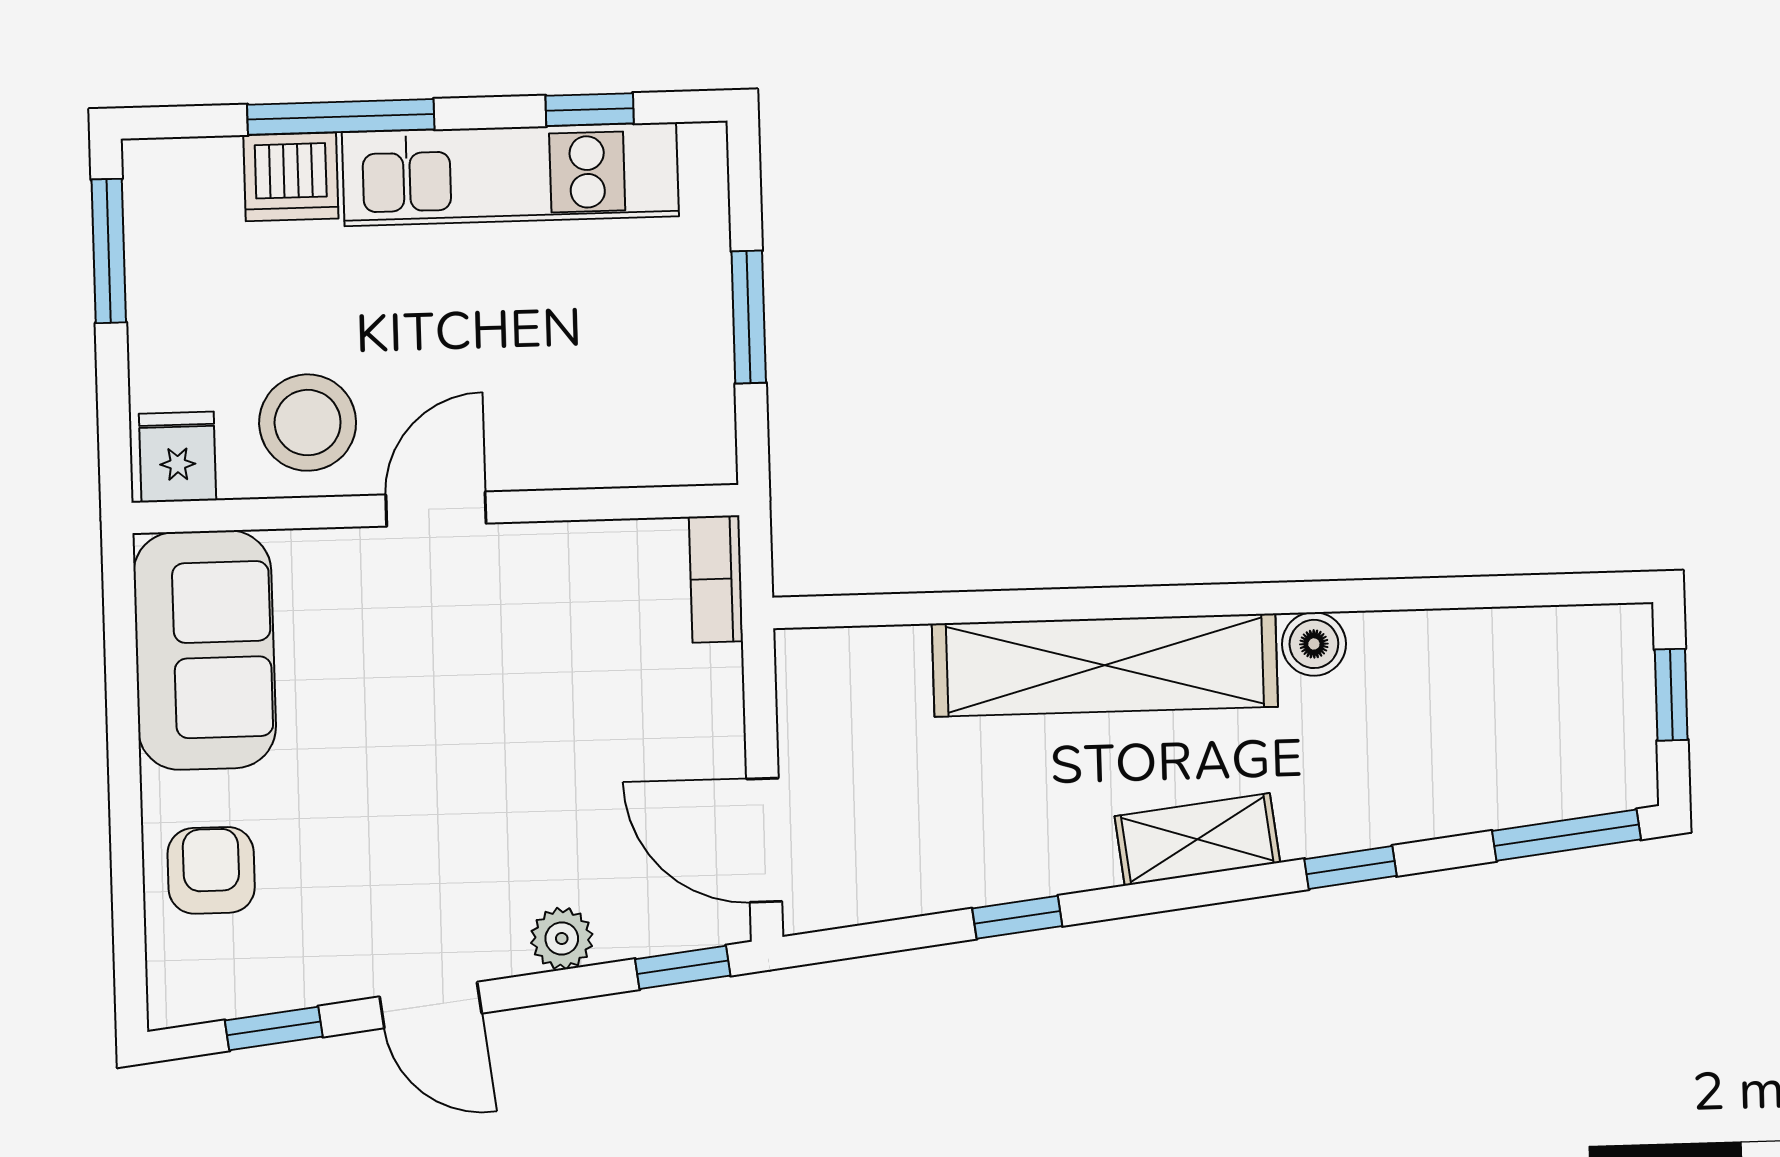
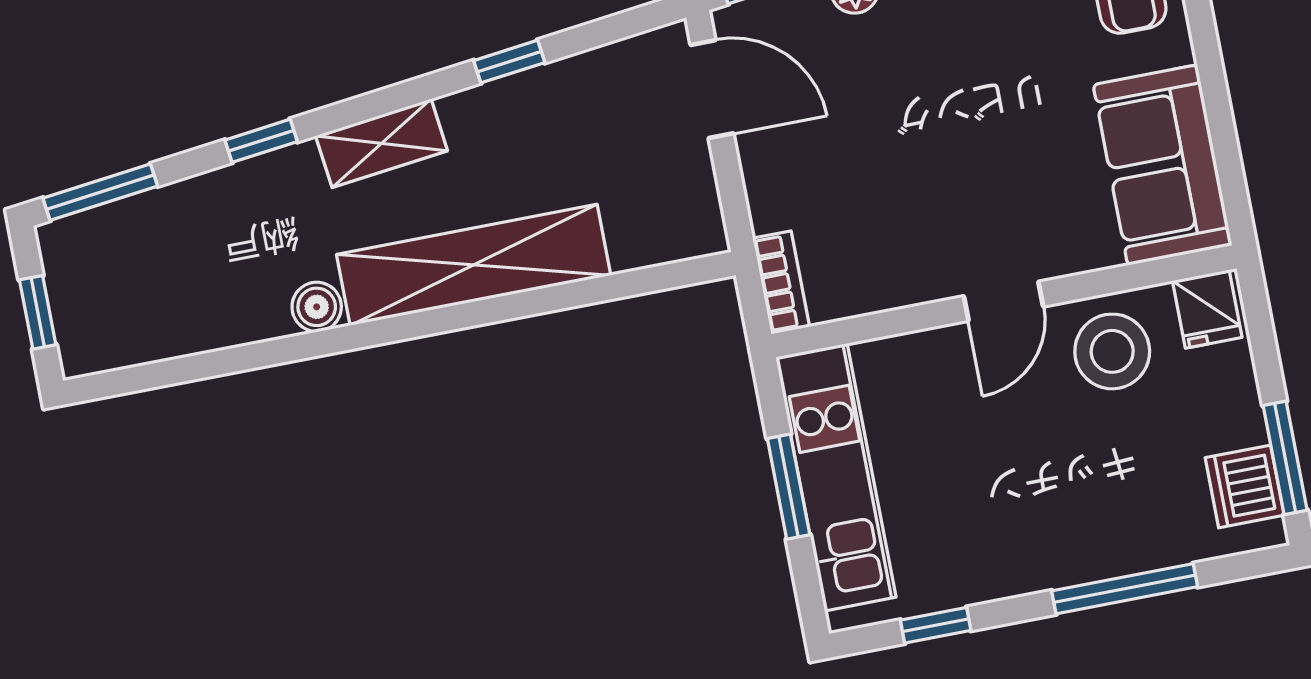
kitchen unit: (510, 174) -> (836, 477), moved, turned 90
dishwasher: (291, 177) -> (1245, 486), moved, turned -90

